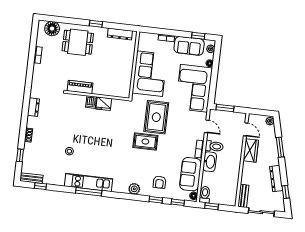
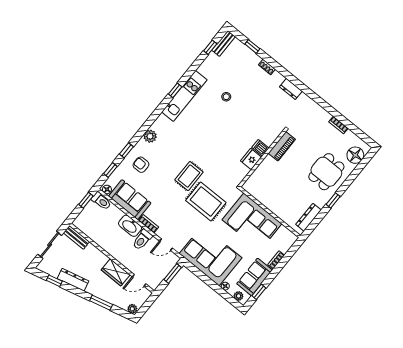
window: (89, 192) -> (175, 90), width x0.46

